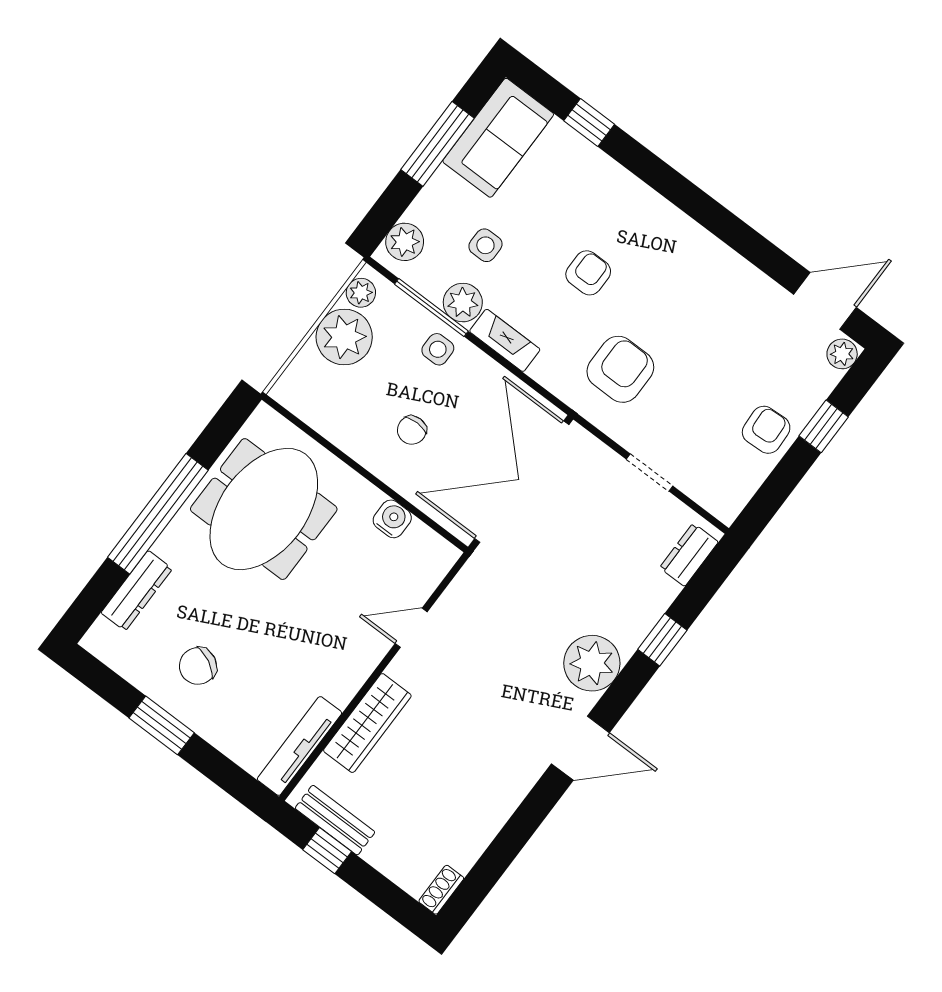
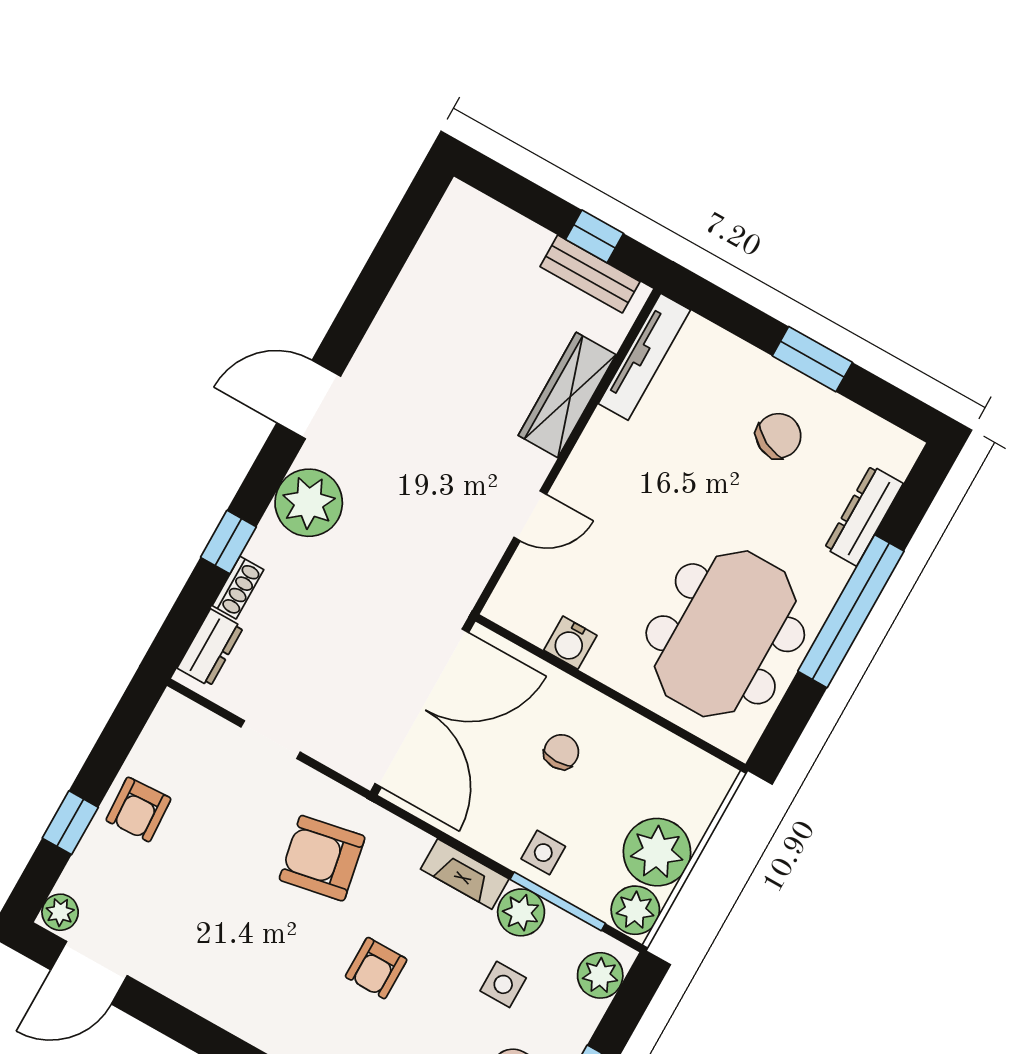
plant: (361, 293) -> (635, 910), width x1.38, depth x1.38
armchair: (620, 369) -> (322, 858), turned 79
shoe rack: (441, 890) -> (238, 588), moved

